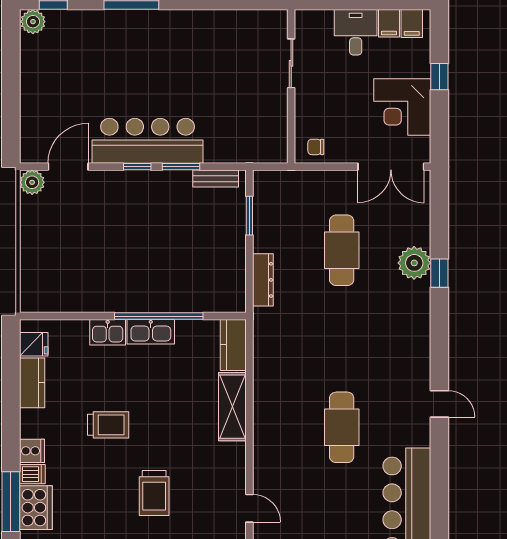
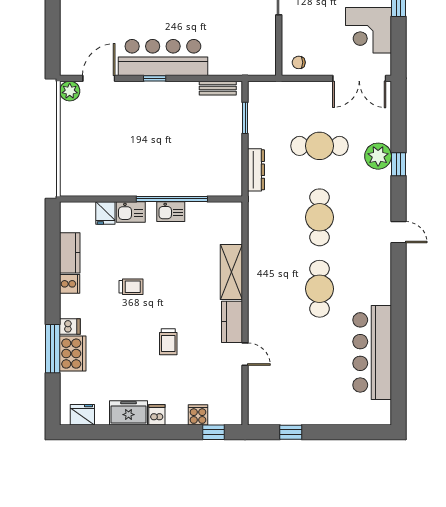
window: (181, 167) -> (190, 78), removed
cafe table: (342, 250) -> (320, 146), turned 90
kitchen sink: (151, 332) -> (171, 212), width x0.73
cafe table: (342, 339) -> (320, 217), added
fridge: (34, 344) -> (105, 213), moved, turned 90
kitchen counter: (233, 345) -> (232, 322), moved
door: (439, 404) -> (398, 232), moved
trolley: (108, 425) -> (131, 287), width x0.73, depth x0.72
cooker: (32, 451) -> (70, 284), moved
trolley: (154, 493) -> (168, 342), width x0.73, depth x0.72

